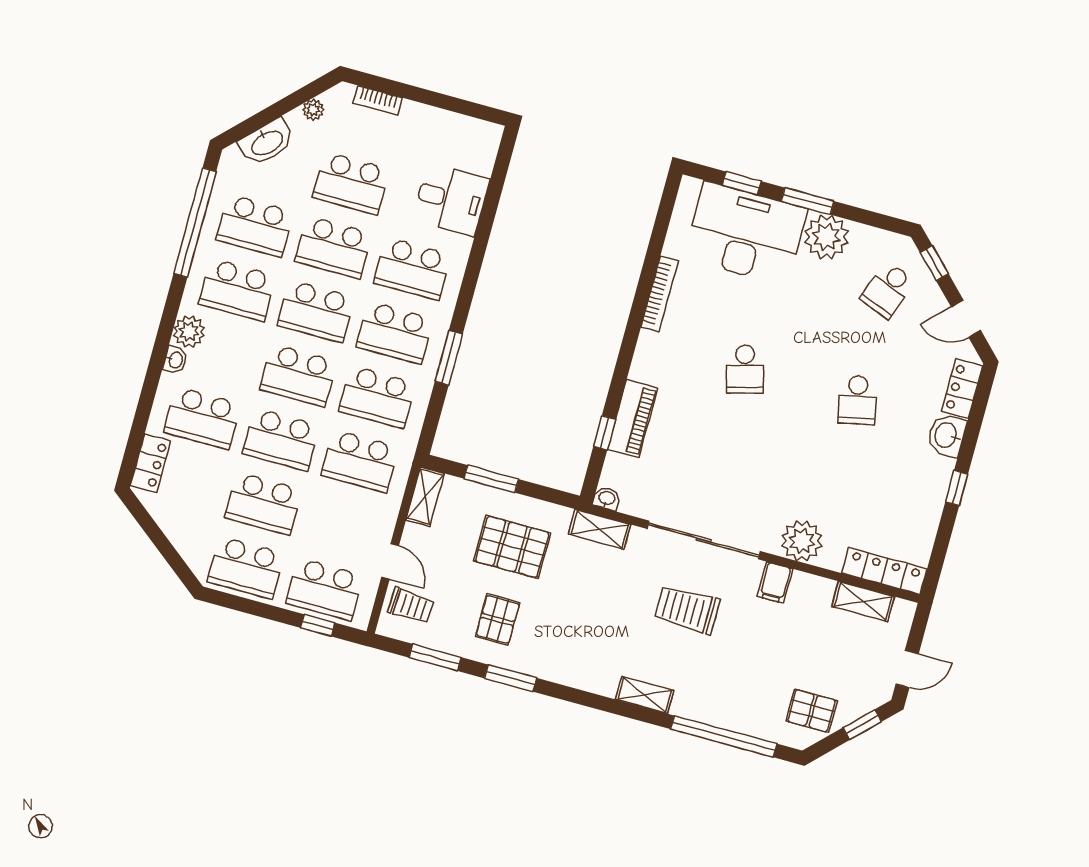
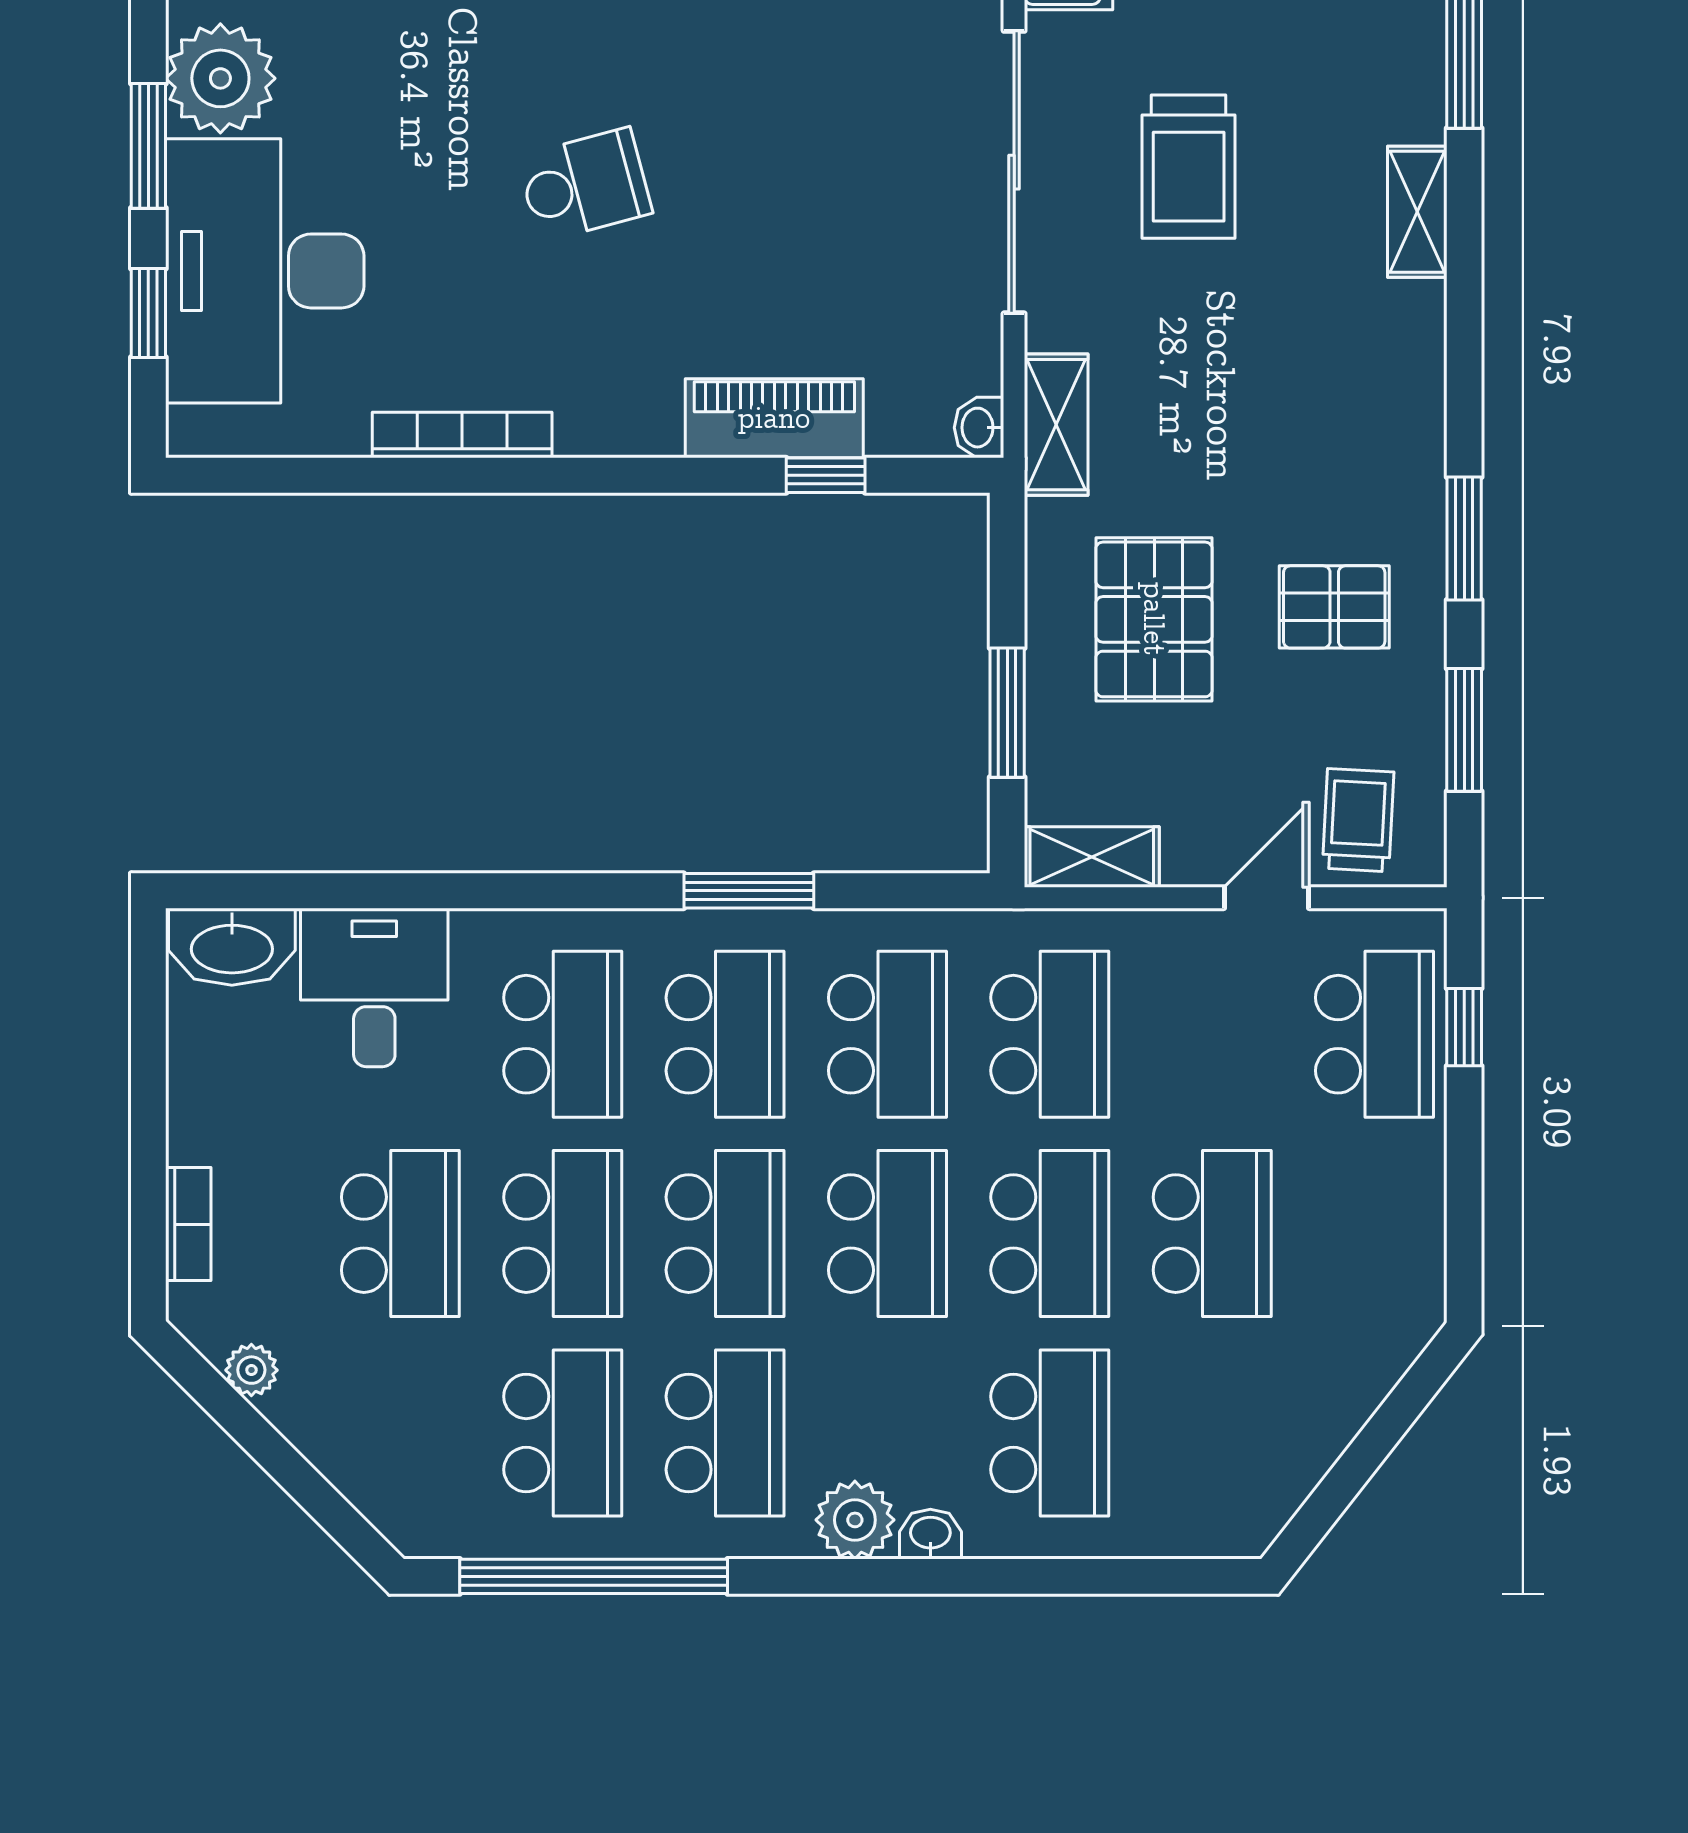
washbasin: (267, 142) -> (232, 947), moved, turned 135
locker: (150, 463) -> (1190, 1526), removed
school desk: (246, 568) -> (1375, 1234), removed

